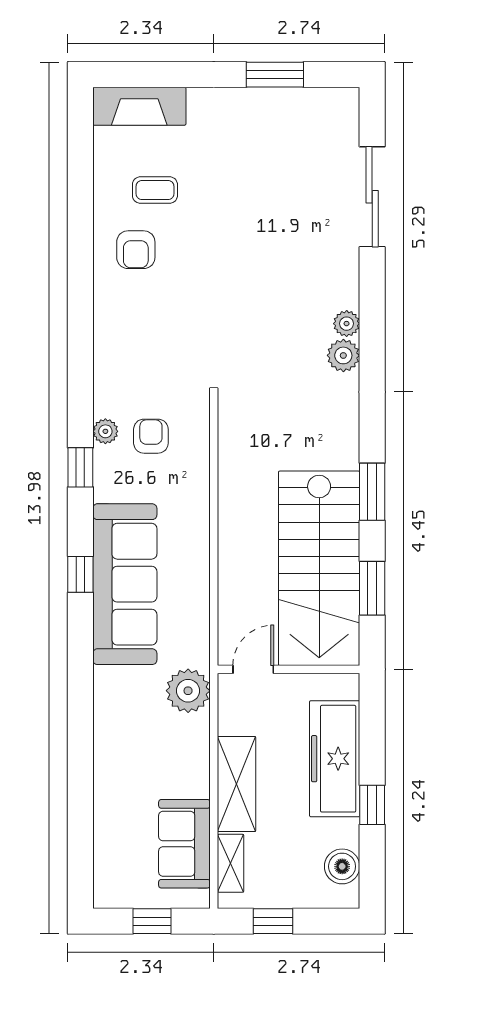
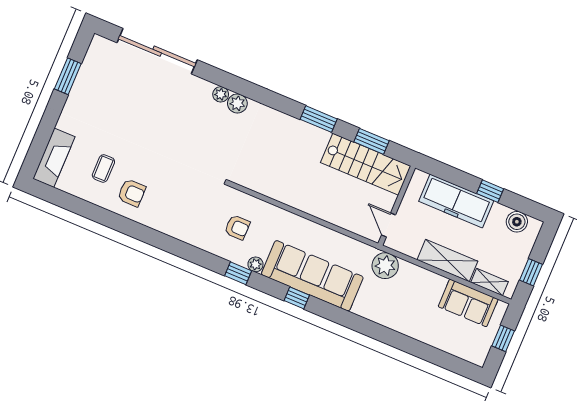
sliding door: (372, 197) -> (157, 51), width x1.36
plant: (105, 431) -> (255, 264), moved
armchair: (151, 436) -> (237, 227), turned 180
stairs: (319, 568) -> (366, 164), width x0.73, depth x0.66

